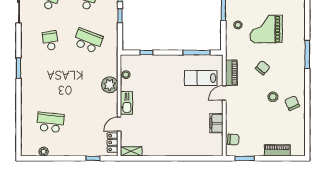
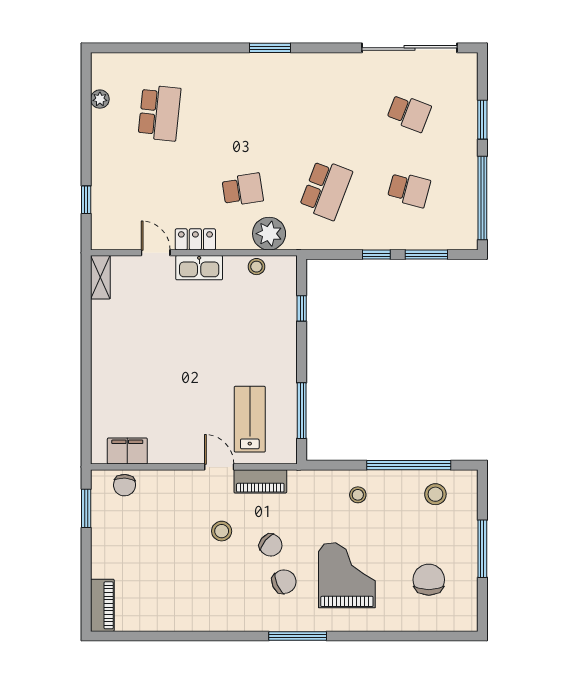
grand piano: (266, 29) -> (347, 575), moved
school desk: (50, 41) -> (243, 190), moved
plant: (110, 85) -> (269, 234), moved
stool: (273, 97) -> (222, 531), moved
chair: (292, 103) -> (284, 582), moved
filing cabinet: (216, 123) -> (127, 451), moved
locker: (112, 142) -> (195, 239), moved
piano: (277, 150) -> (102, 605), moved

